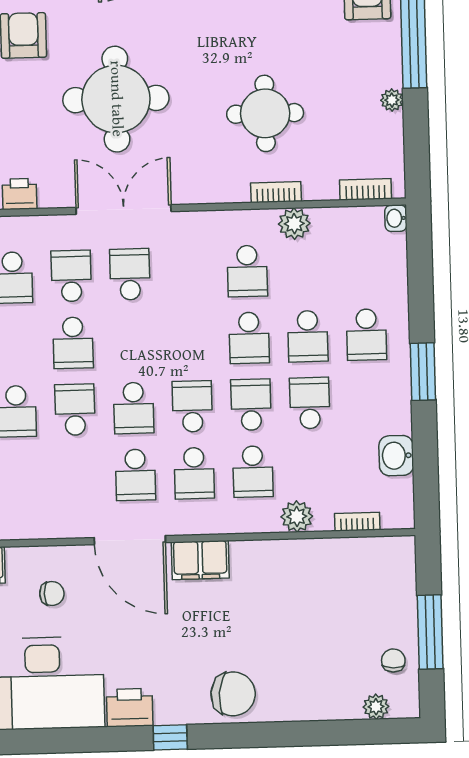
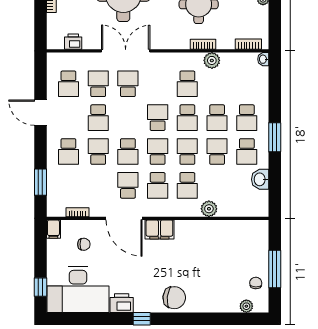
school desk: (190, 339) -> (158, 118), added
school desk: (368, 401) -> (247, 152), added
school desk: (135, 475) -> (128, 185), turned 180
bookcase: (357, 522) -> (77, 212), moved

